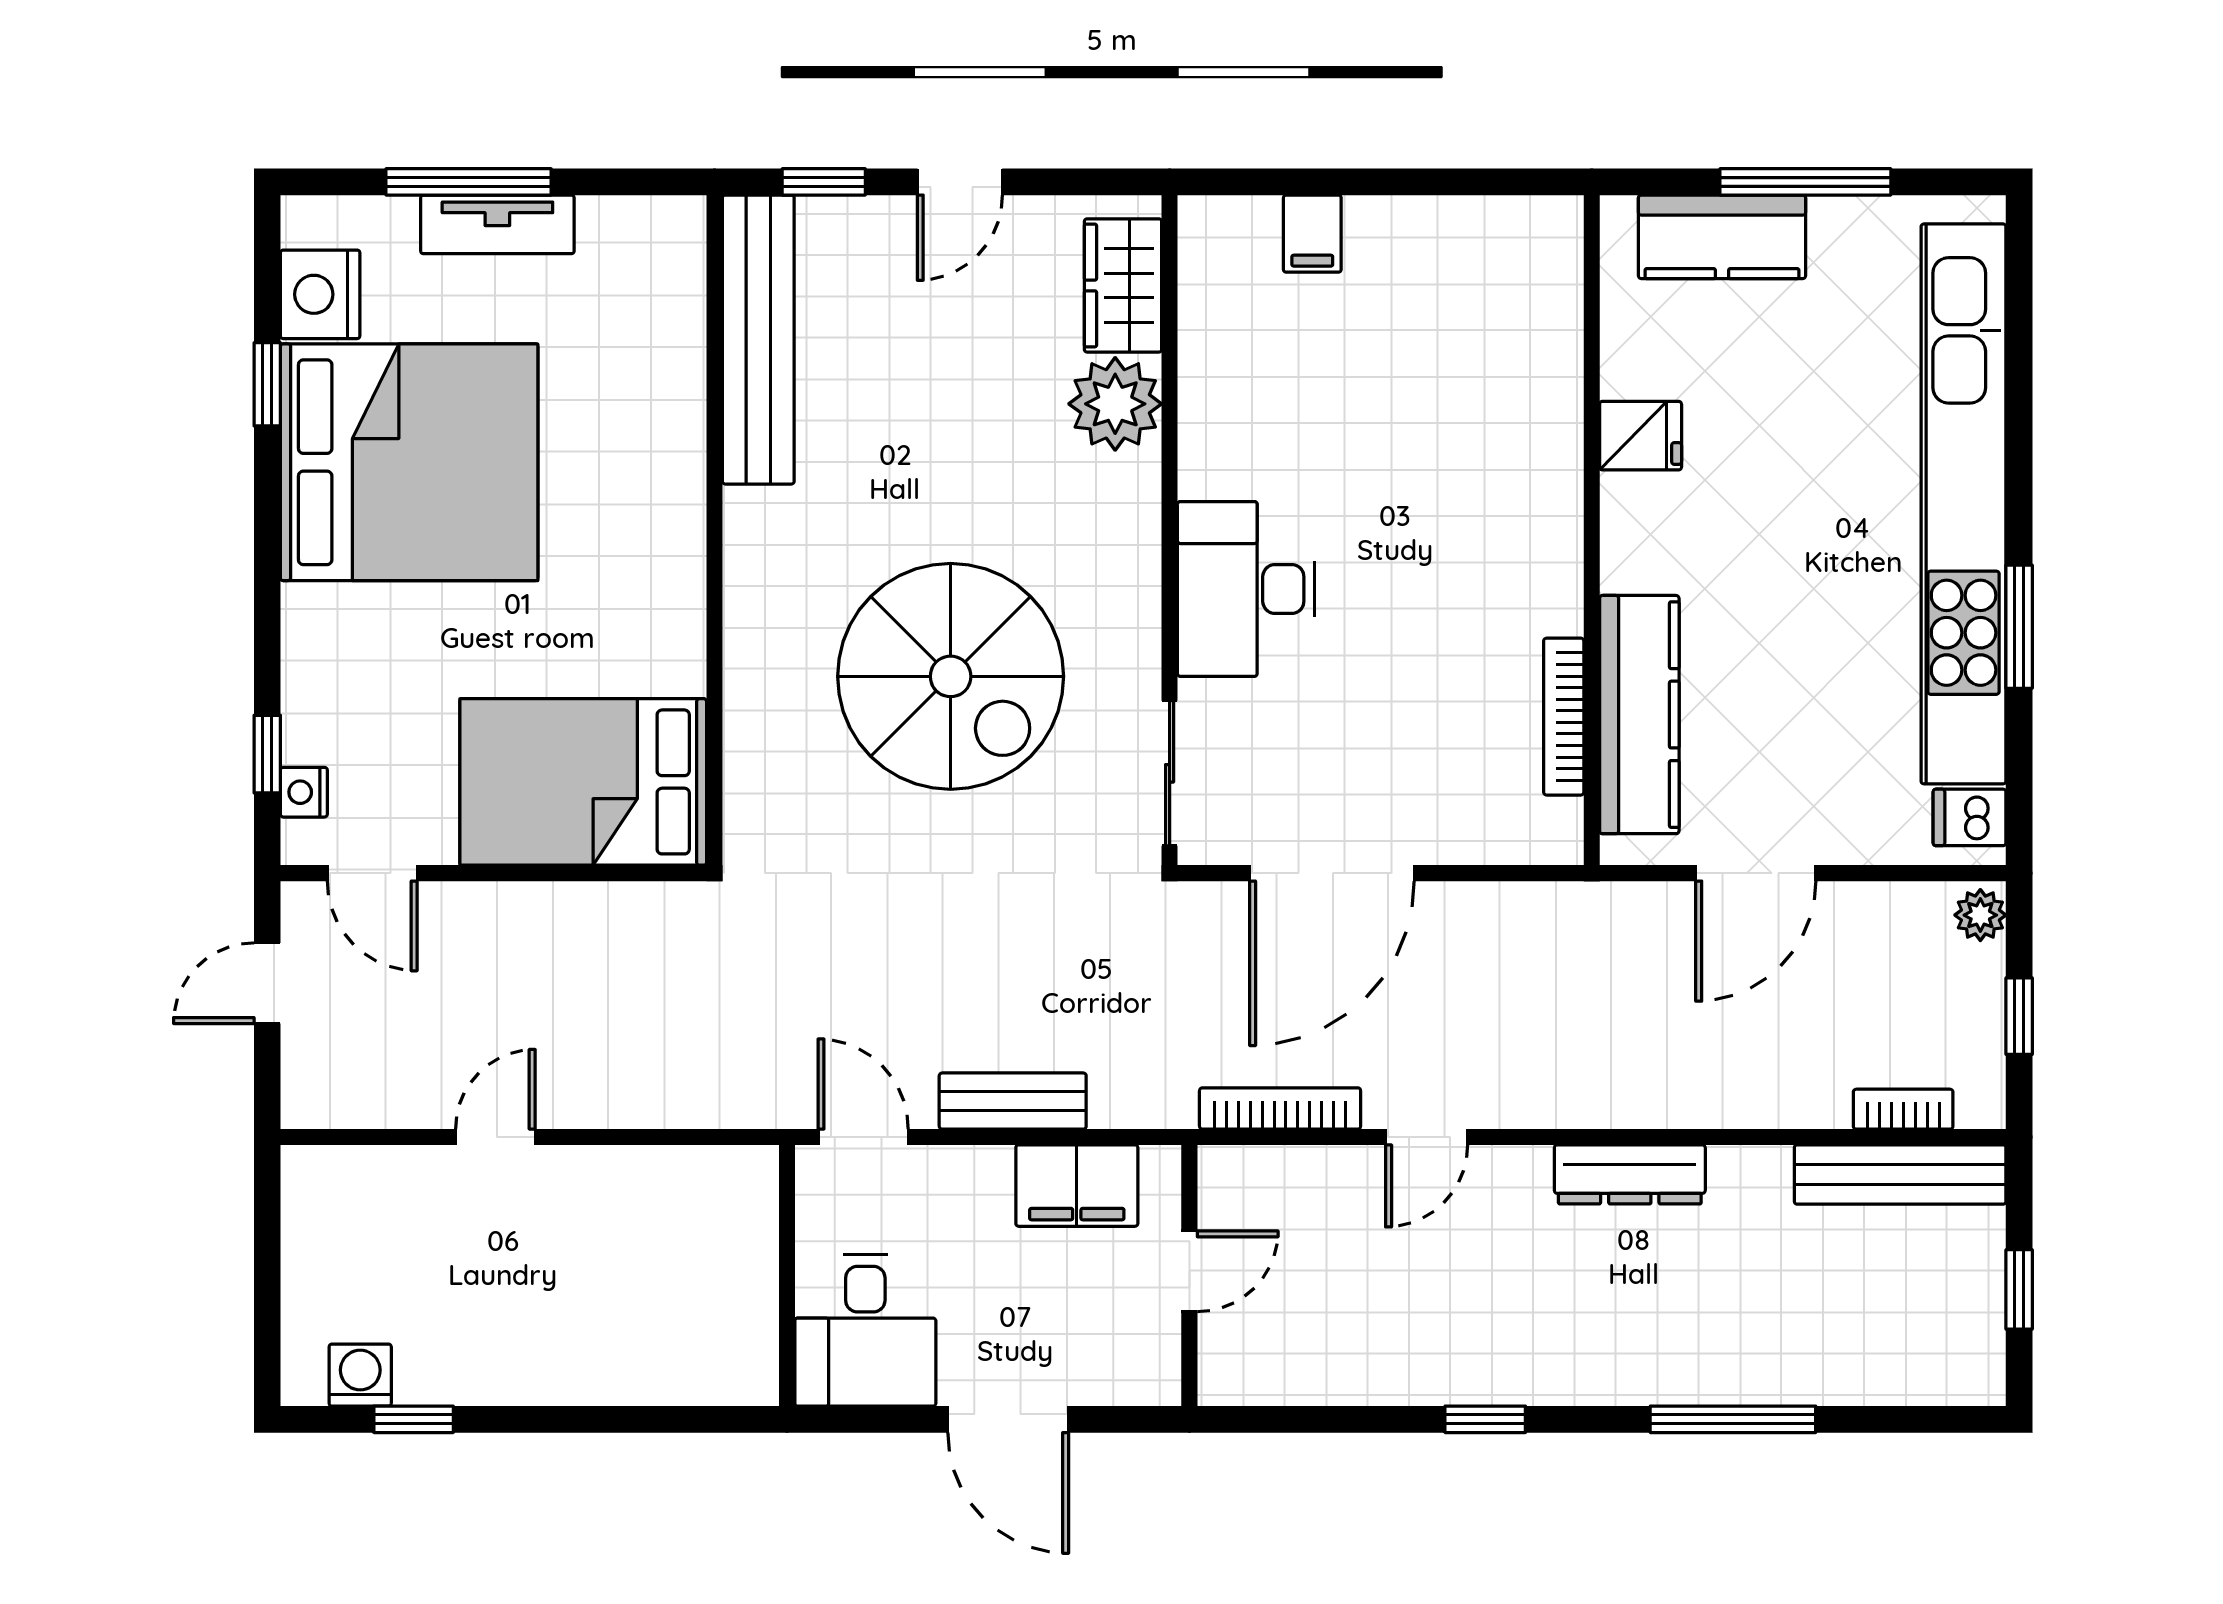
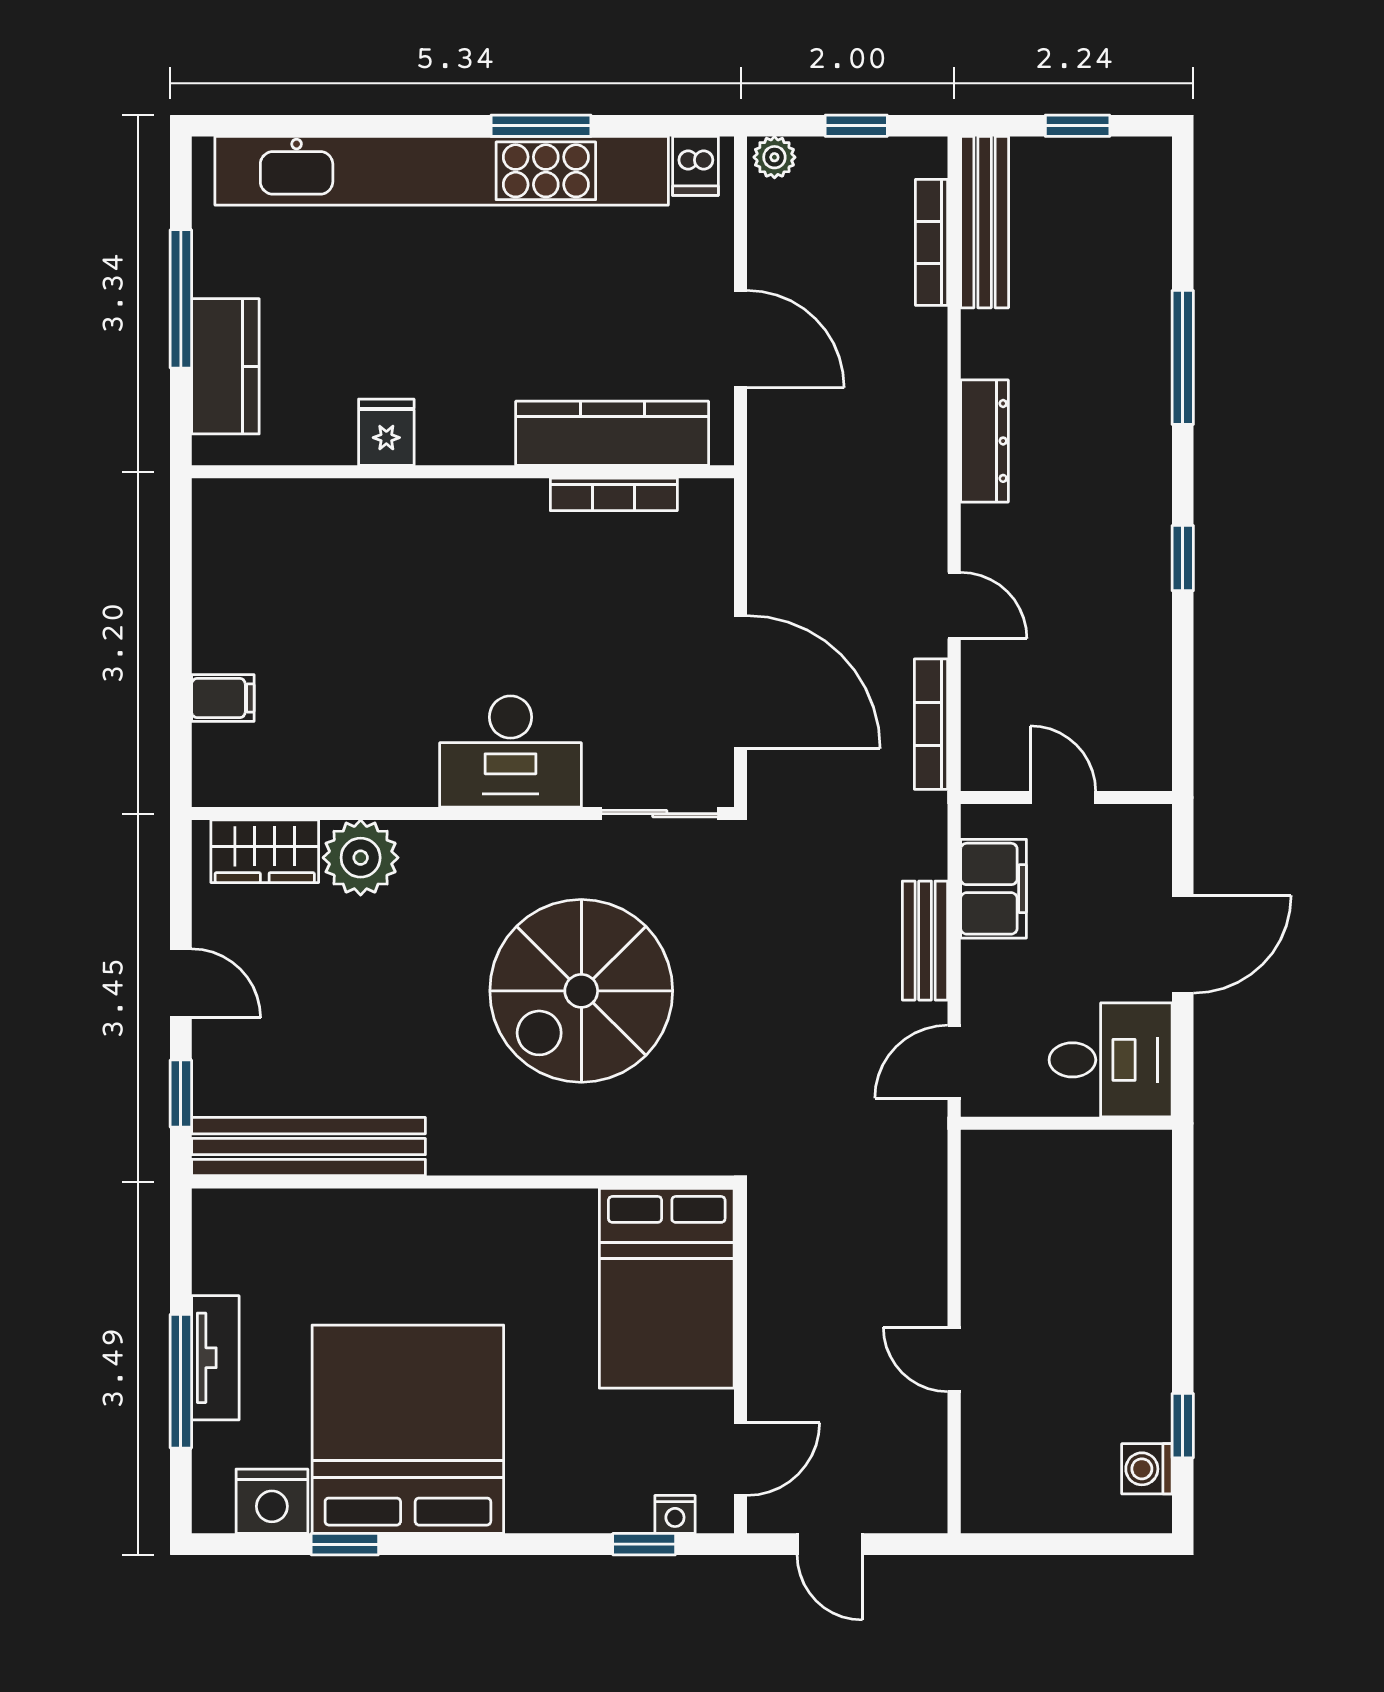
spiral stairs: (951, 676) -> (581, 991), turned 180
bookcase: (1903, 1109) -> (932, 242), width x1.56

